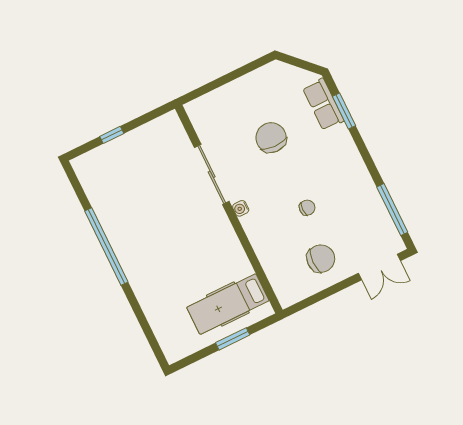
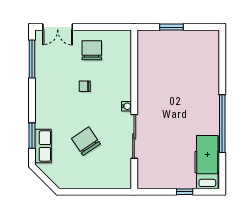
chair: (271, 138) -> (86, 141), turned 144
chair: (321, 259) -> (92, 50), turned 89
double door: (379, 267) -> (58, 27), swing flipped
hospital bed: (228, 304) -> (207, 162), moved, turned -90

